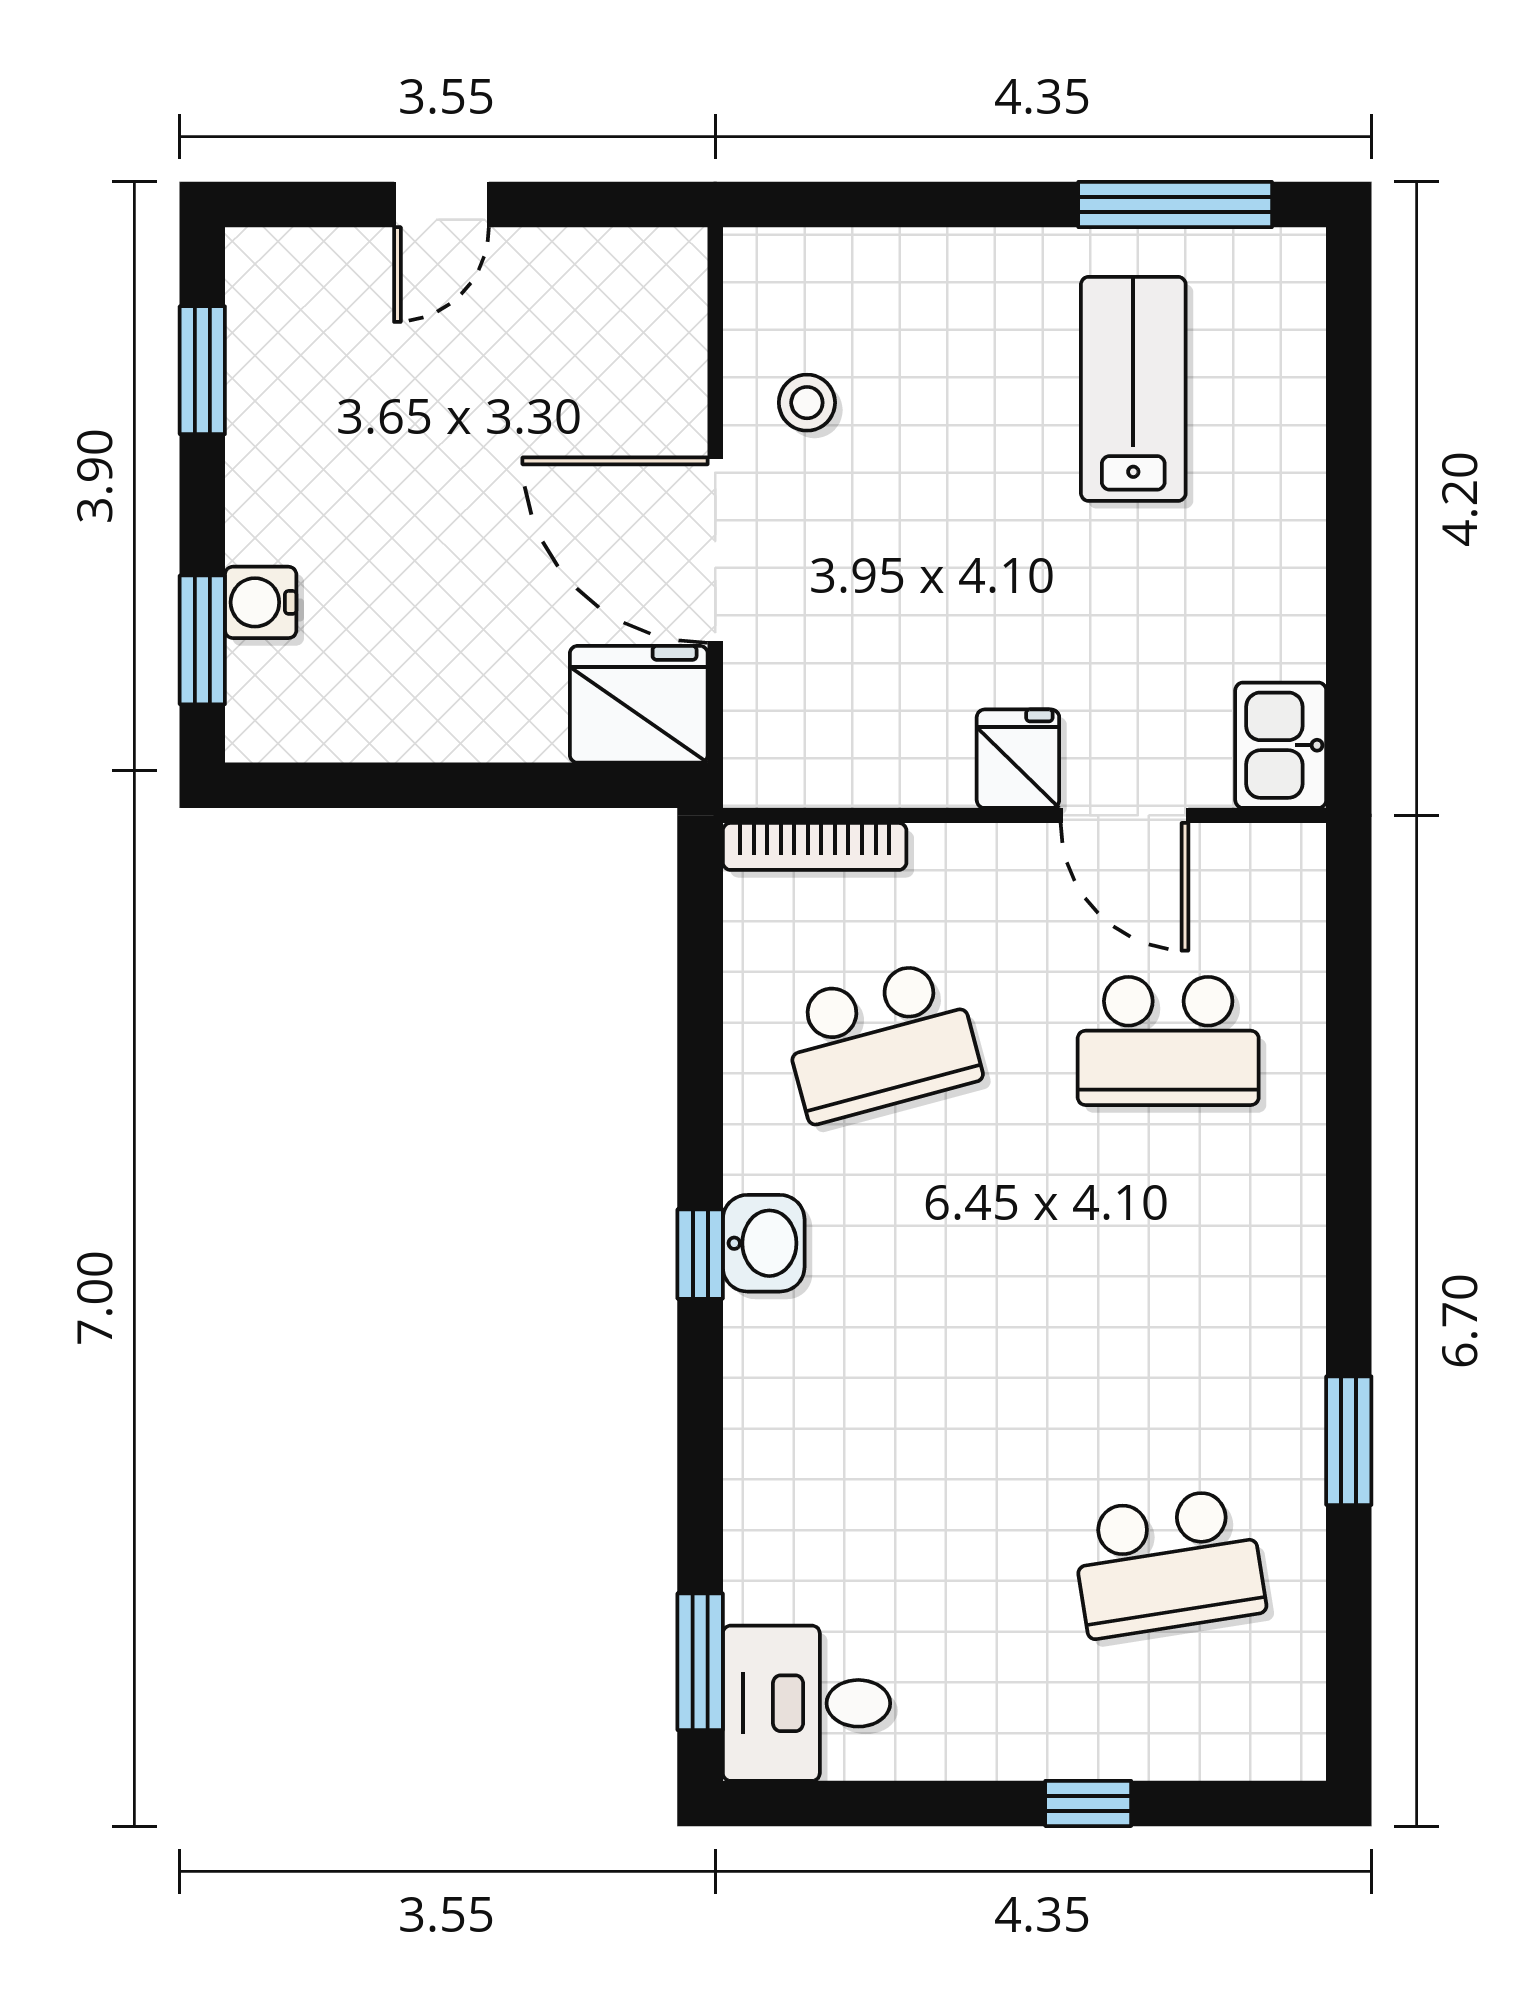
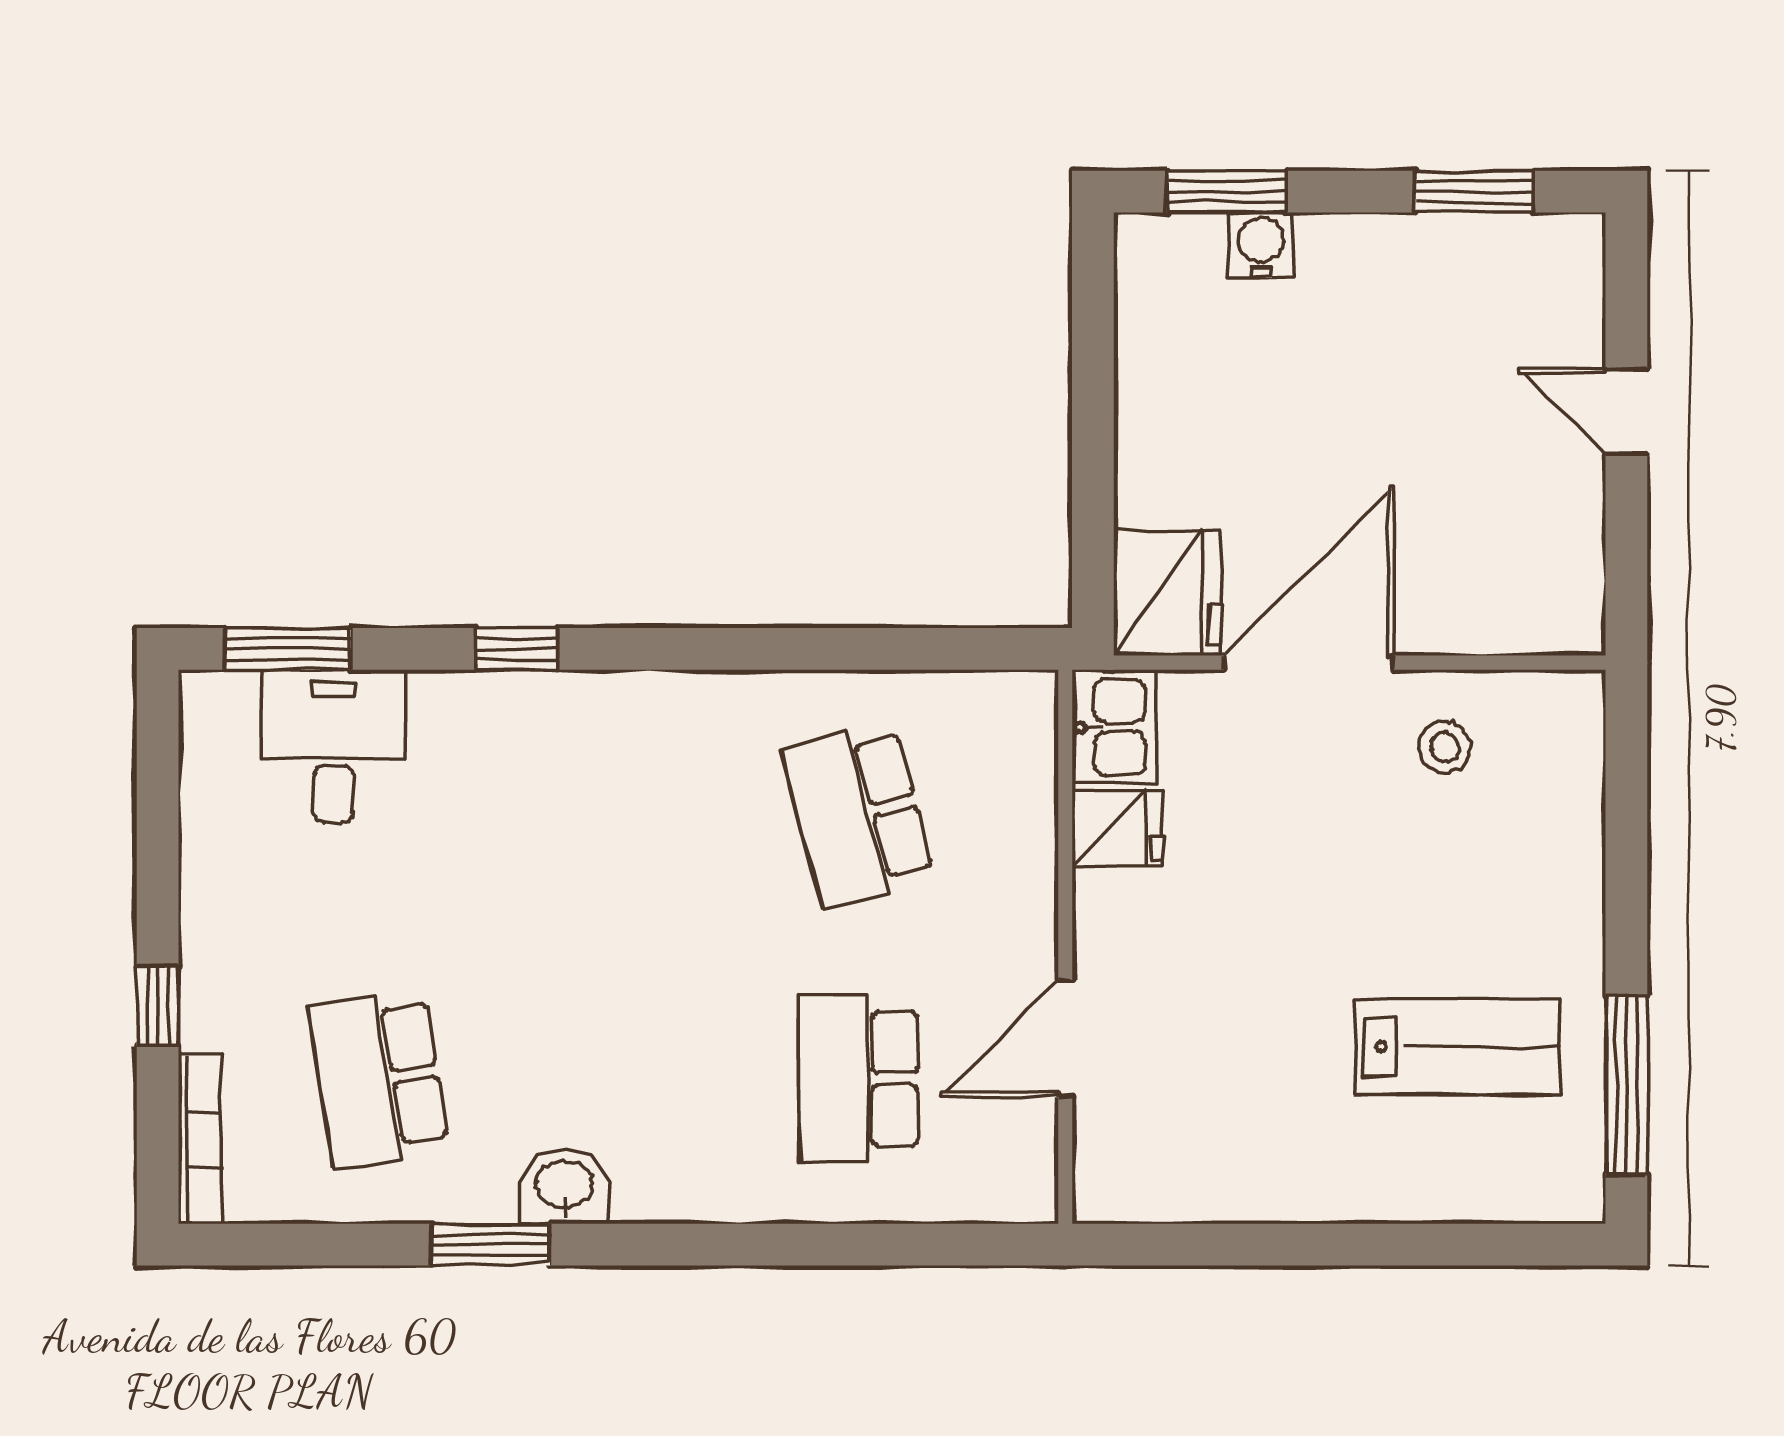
kitchen sink: (1281, 745) -> (1114, 727), moved, turned 90
fridge: (1018, 759) -> (1117, 828), moved
bookcase: (815, 846) -> (200, 1139), moved, turned 180
washbasin: (764, 1243) -> (565, 1186), moved, turned 180
window: (700, 1254) -> (517, 649), moved
desk: (806, 1703) -> (333, 746), moved

